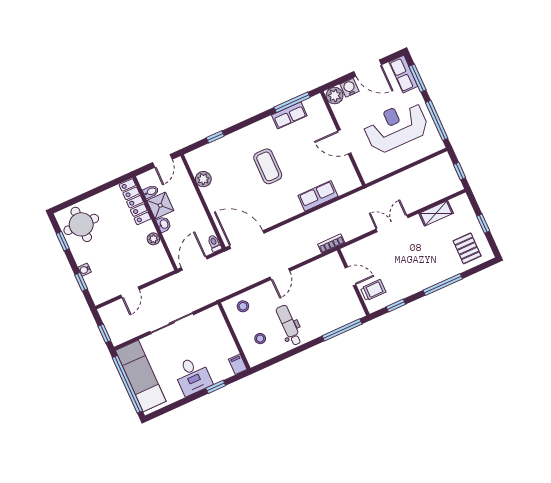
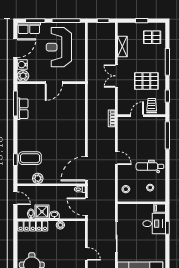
coffee table: (268, 166) -> (30, 158), moved
row of seats: (318, 196) -> (79, 113), removed
pallet: (404, 268) -> (146, 81), added
desk: (193, 376) -> (154, 224), moved

